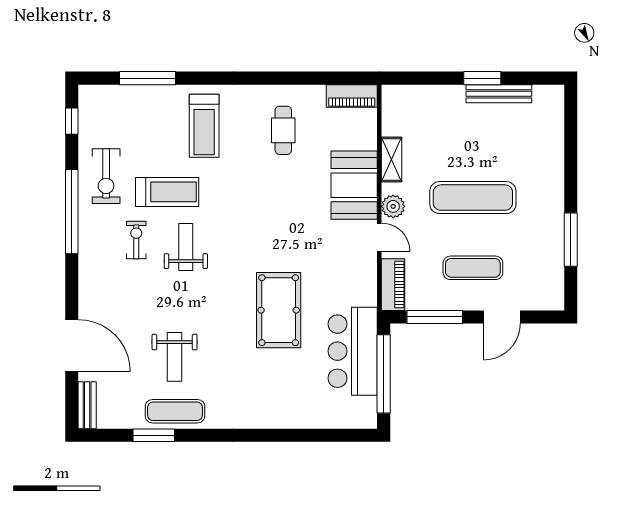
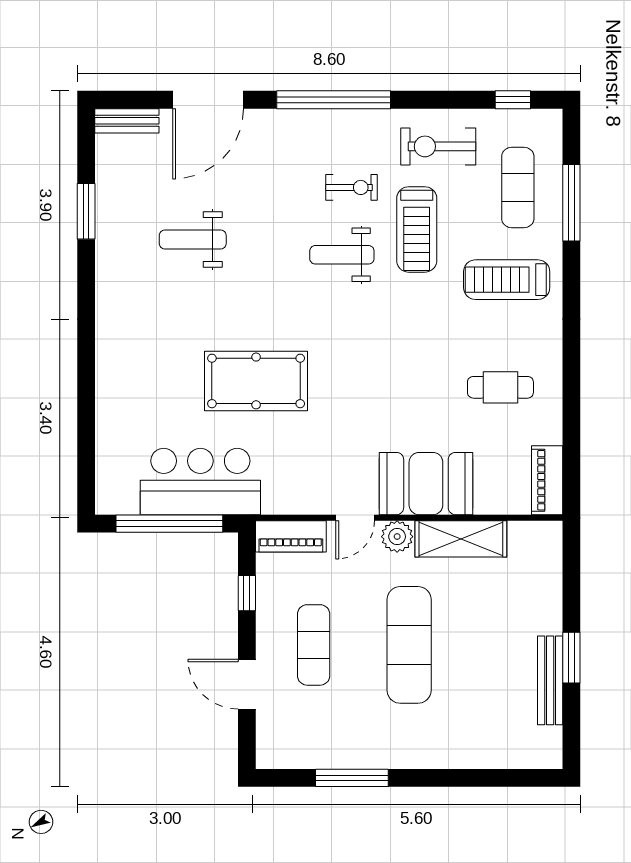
shelving: (392, 159) -> (461, 539), width x1.50, depth x1.33
window: (72, 212) -> (334, 100), moved
weight bench: (186, 247) -> (342, 255), turned 180
window: (435, 317) -> (247, 593), width x0.46
exercise mat: (175, 411) -> (518, 187), moved

